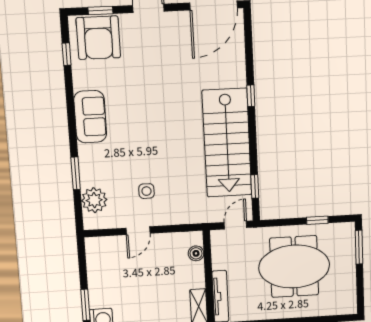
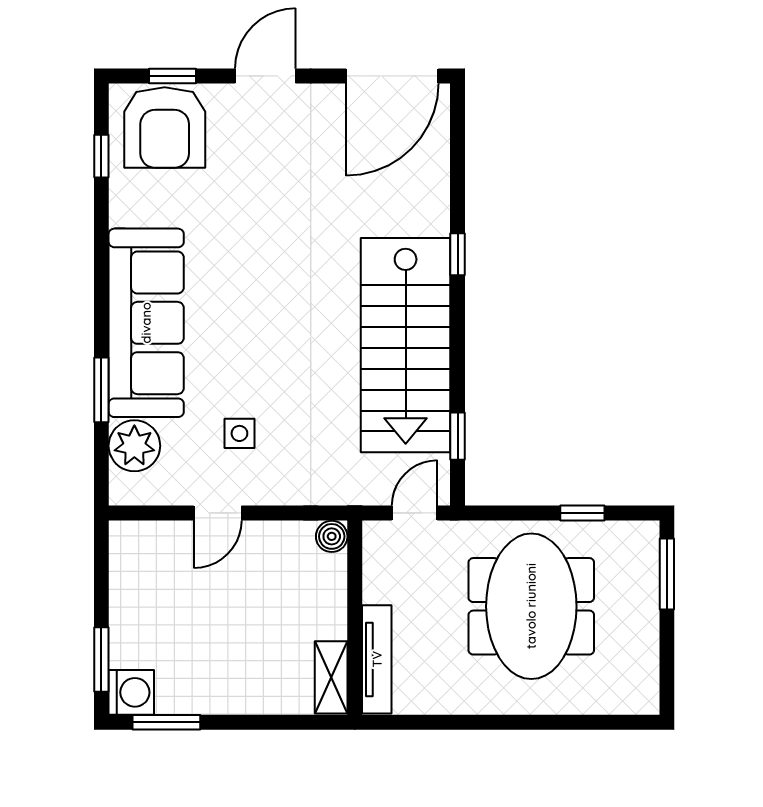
sofa: (90, 117) -> (146, 323), width x1.85, depth x1.27
boiler: (196, 253) -> (332, 536), moved
meeting table: (294, 267) -> (531, 606), turned 90

